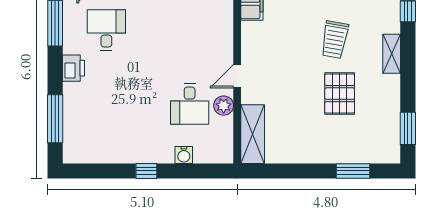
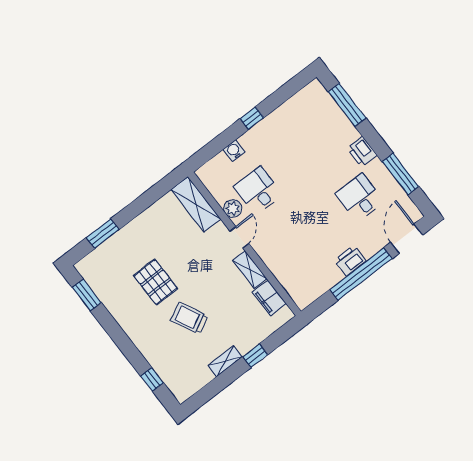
desk: (106, 30) -> (360, 198), turned 180
trolley: (335, 40) -> (189, 318), turned -37
shelving: (392, 54) -> (250, 270), moved

